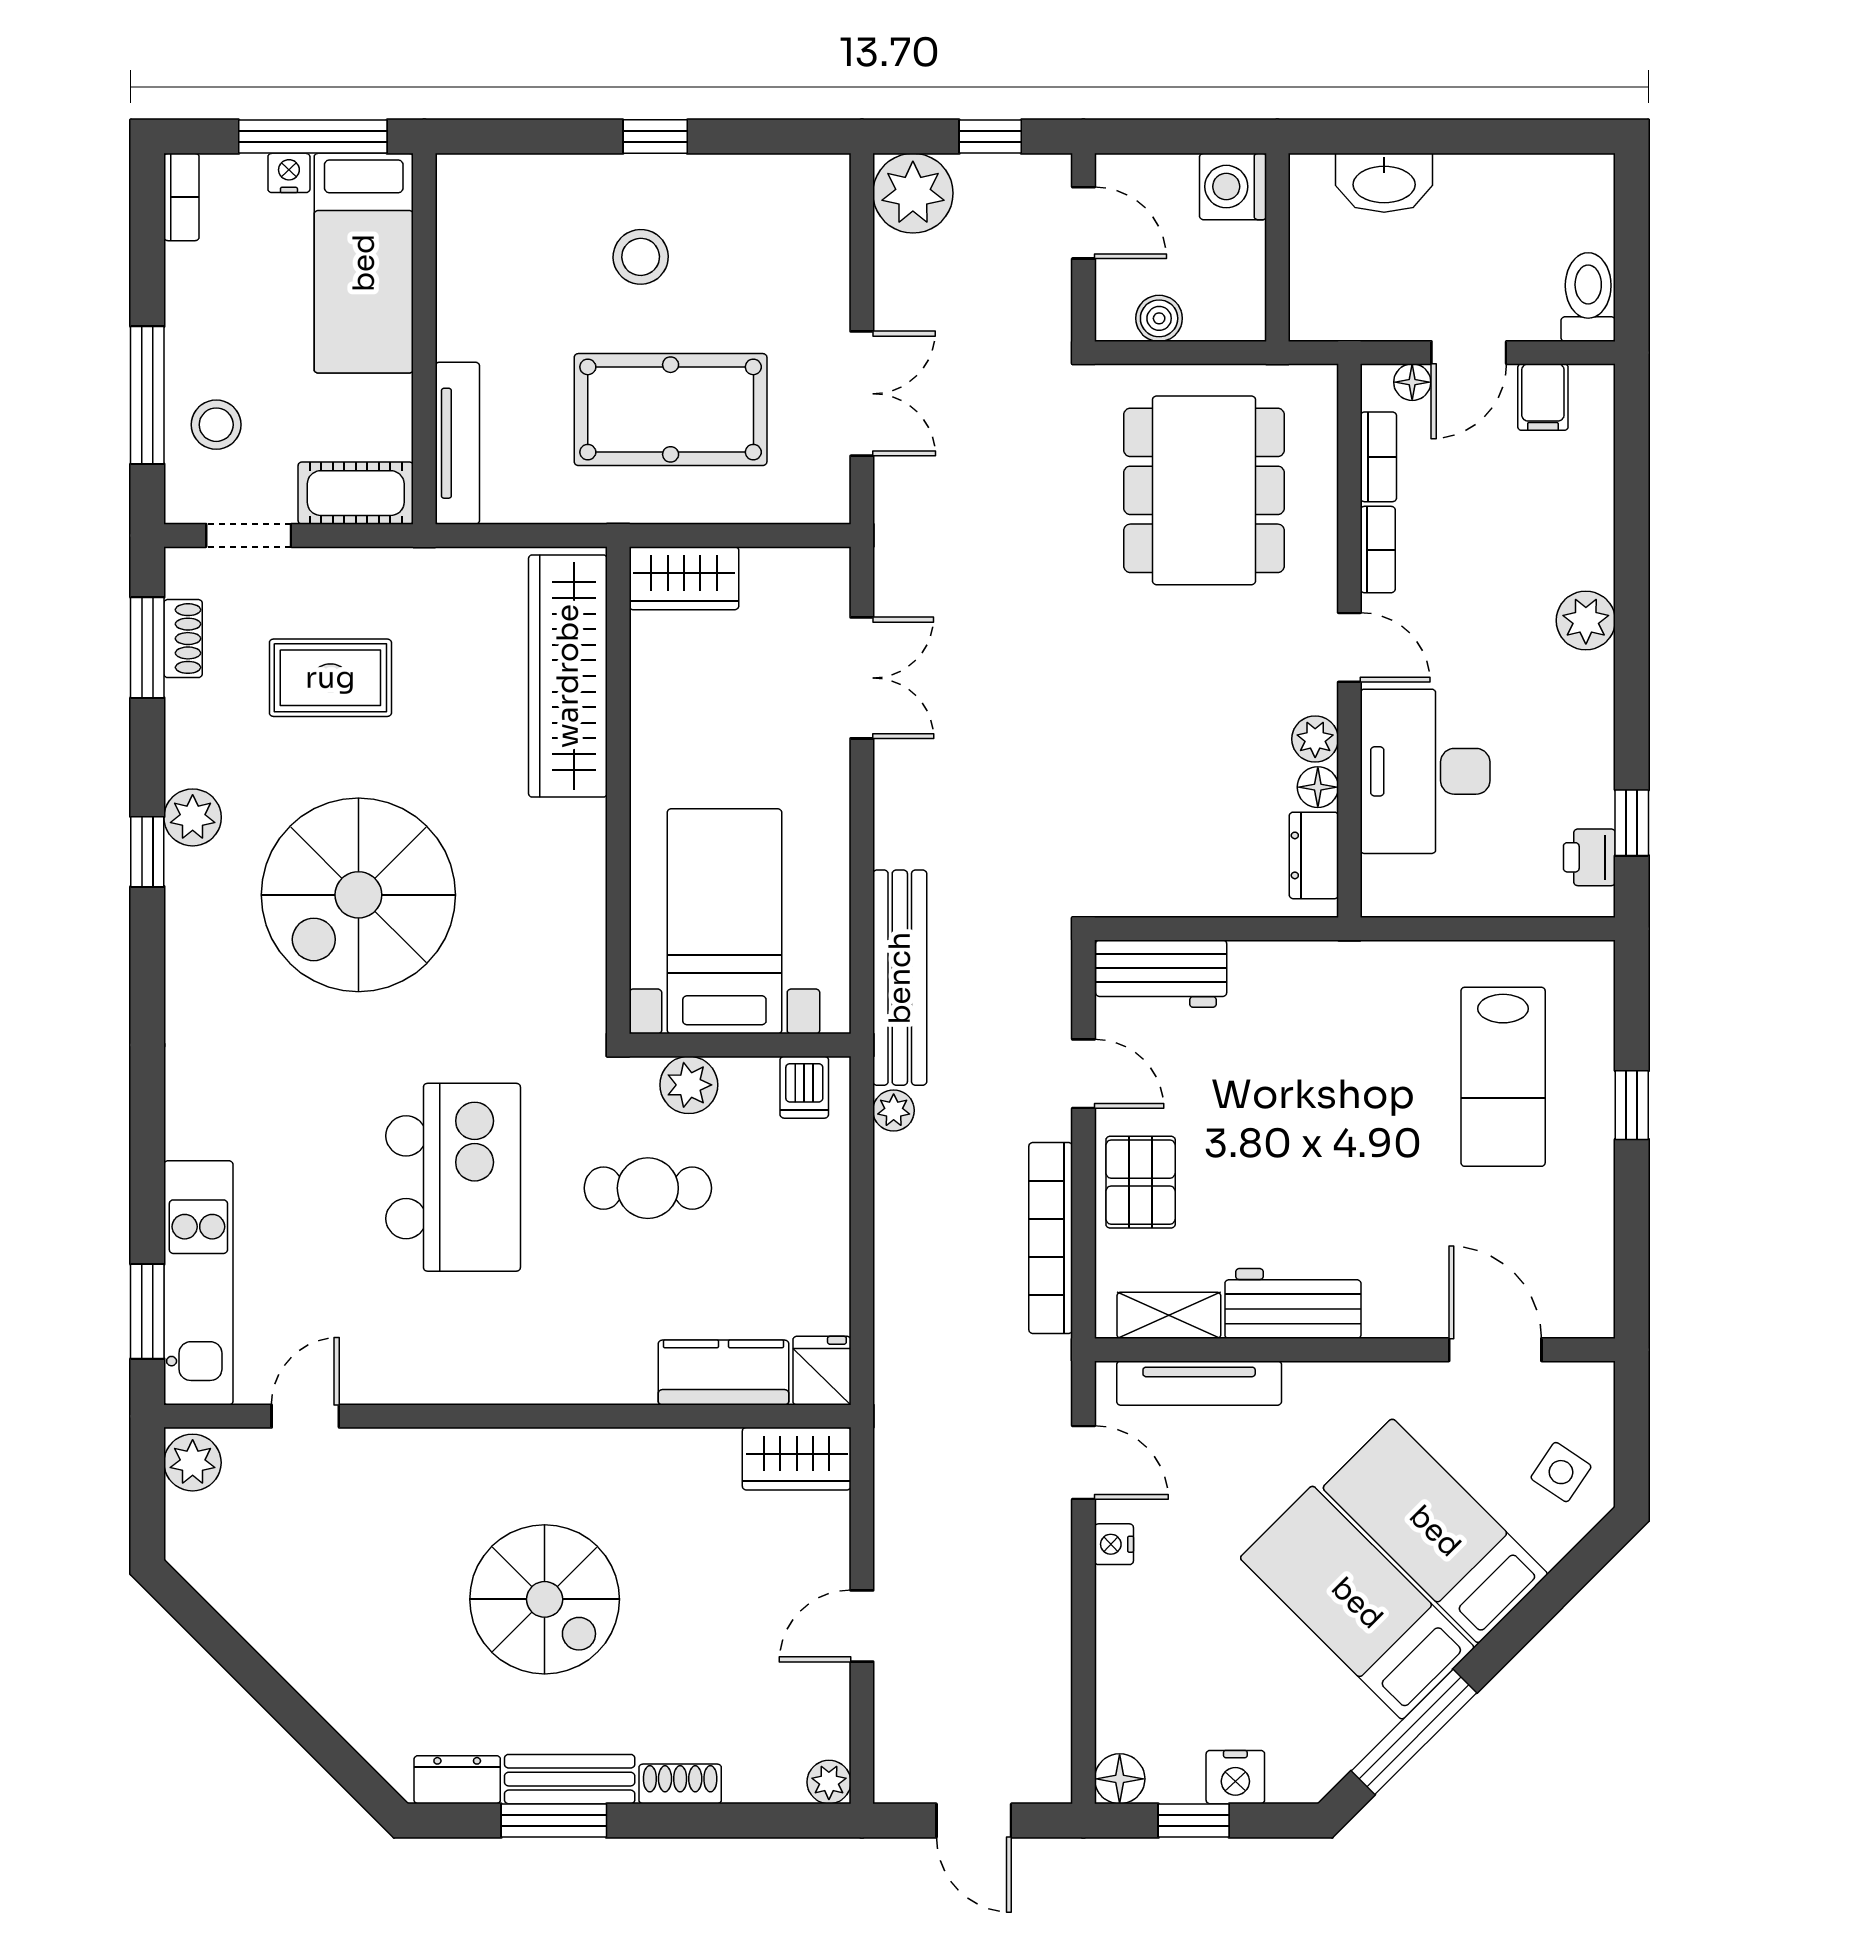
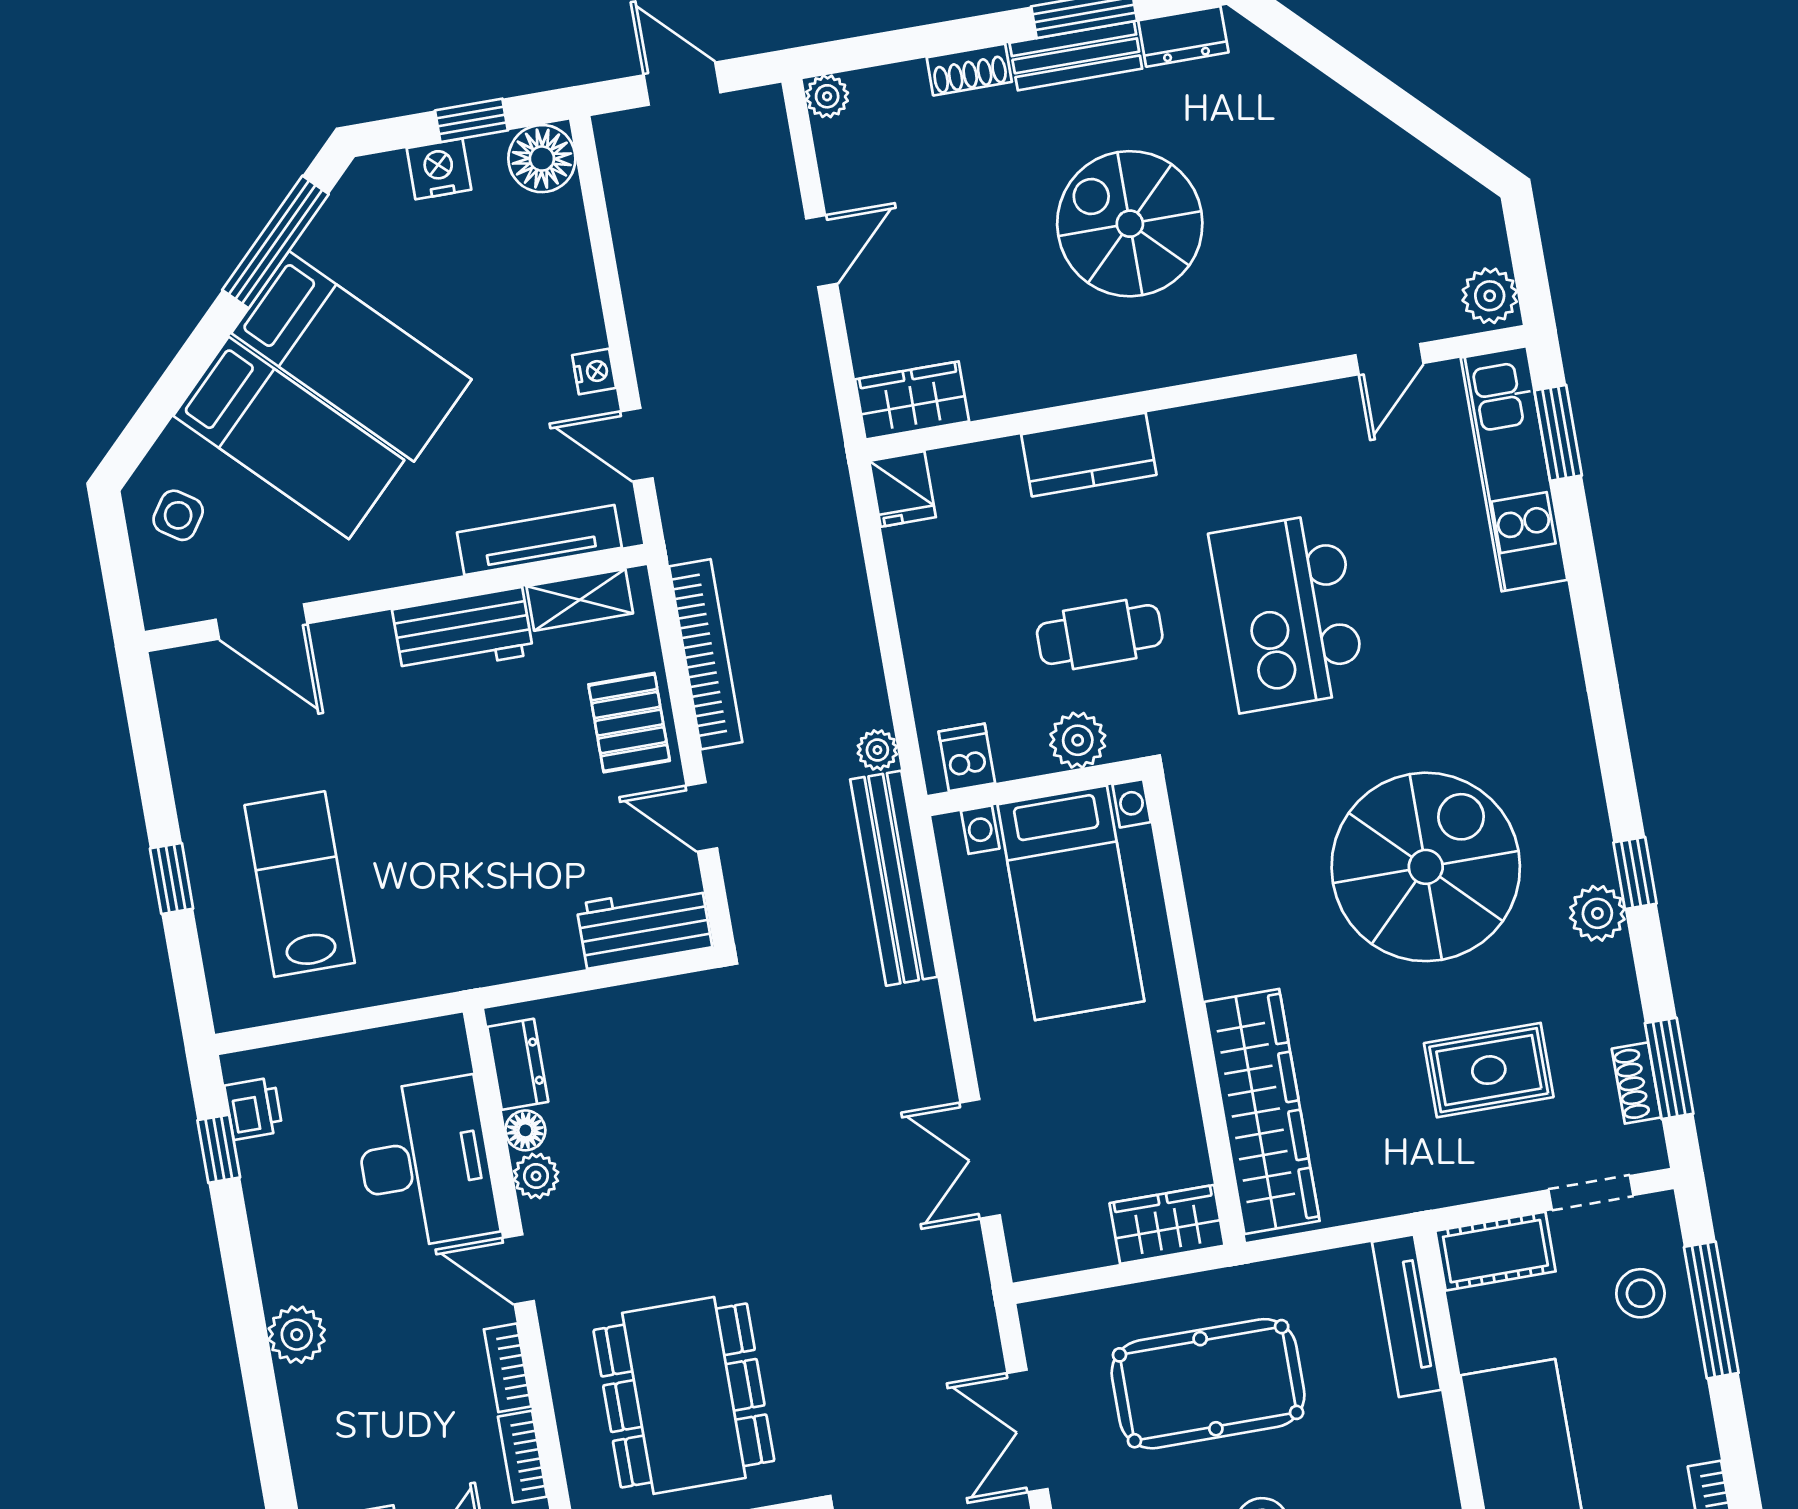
kitchen counter: (723, 1373) -> (1089, 455), moved
floor lamp: (1120, 1779) -> (542, 159), width x1.38, depth x1.38

